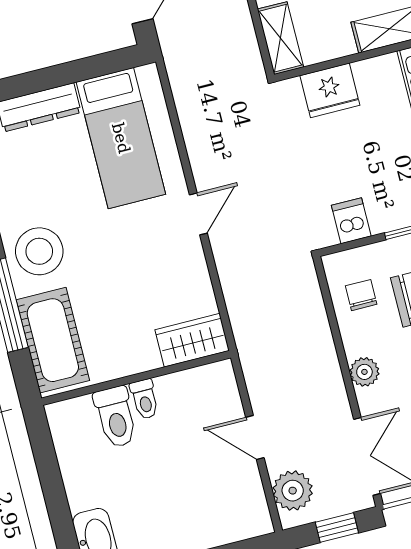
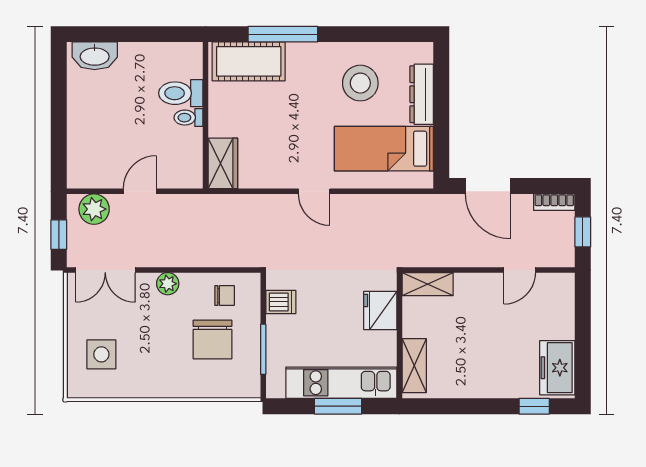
stool: (39, 251) -> (360, 83), moved

